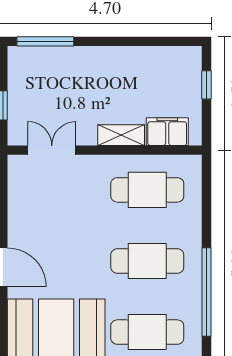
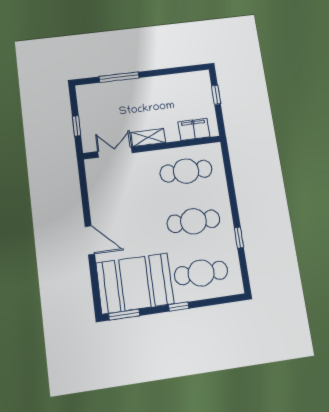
window: (45, 41) -> (119, 77), moved
shelving: (121, 135) -> (148, 137), moved
window: (207, 292) -> (239, 238), width x0.32

